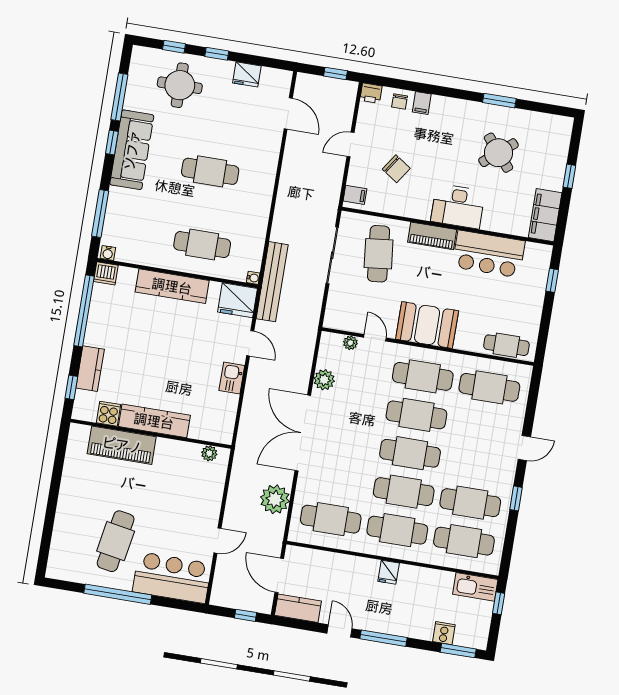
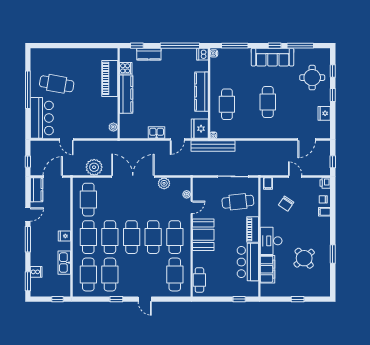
filing cabinet: (545, 215) -> (268, 269), moved, turned 90
kitchen sink: (475, 587) -> (64, 263), moved

